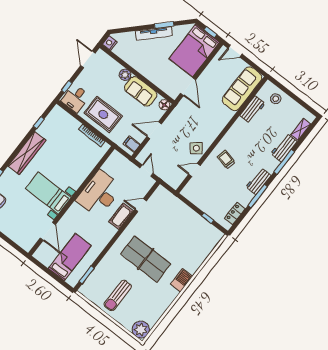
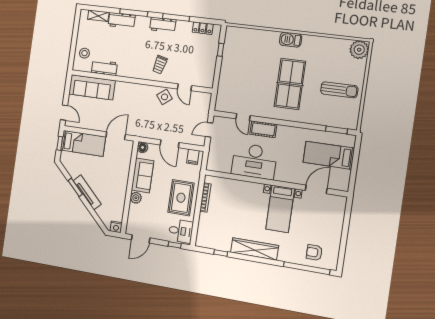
bed: (194, 50) -> (83, 143), width x0.67

